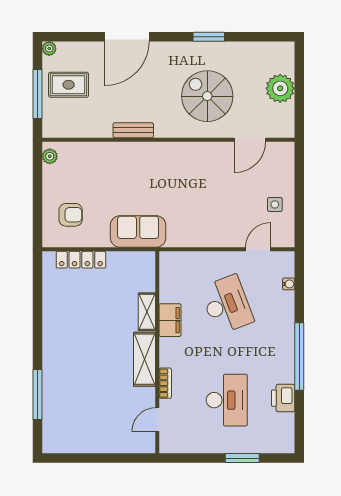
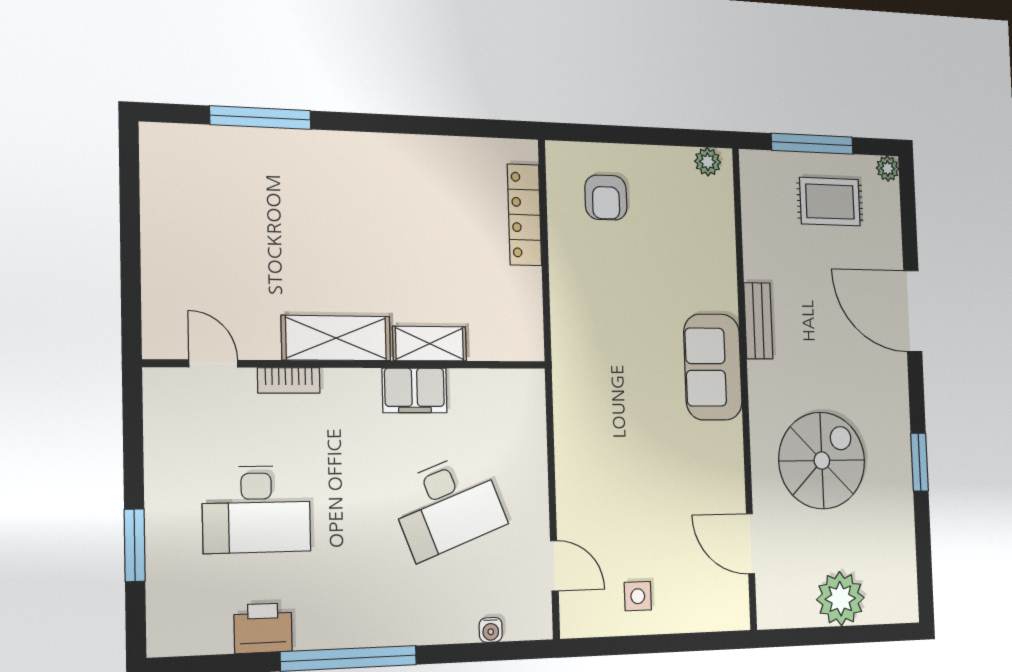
rug: (69, 85) -> (830, 202), turned 90
sofa: (138, 232) -> (713, 367), moved, turned 180

